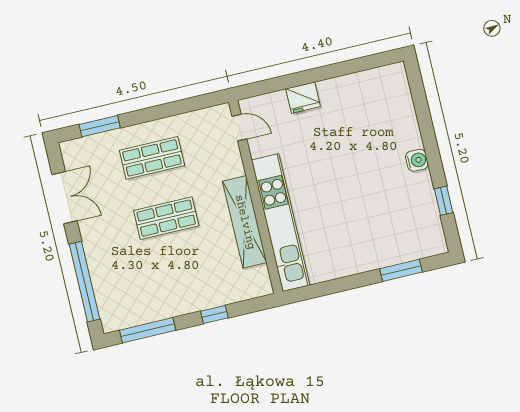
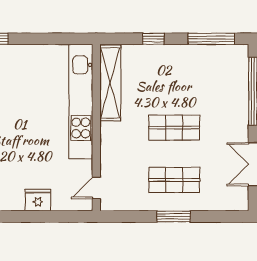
window: (100, 126) -> (174, 216), moved
door: (239, 128) -> (96, 188), hinge flipped
shelving: (245, 222) -> (110, 83), moved

